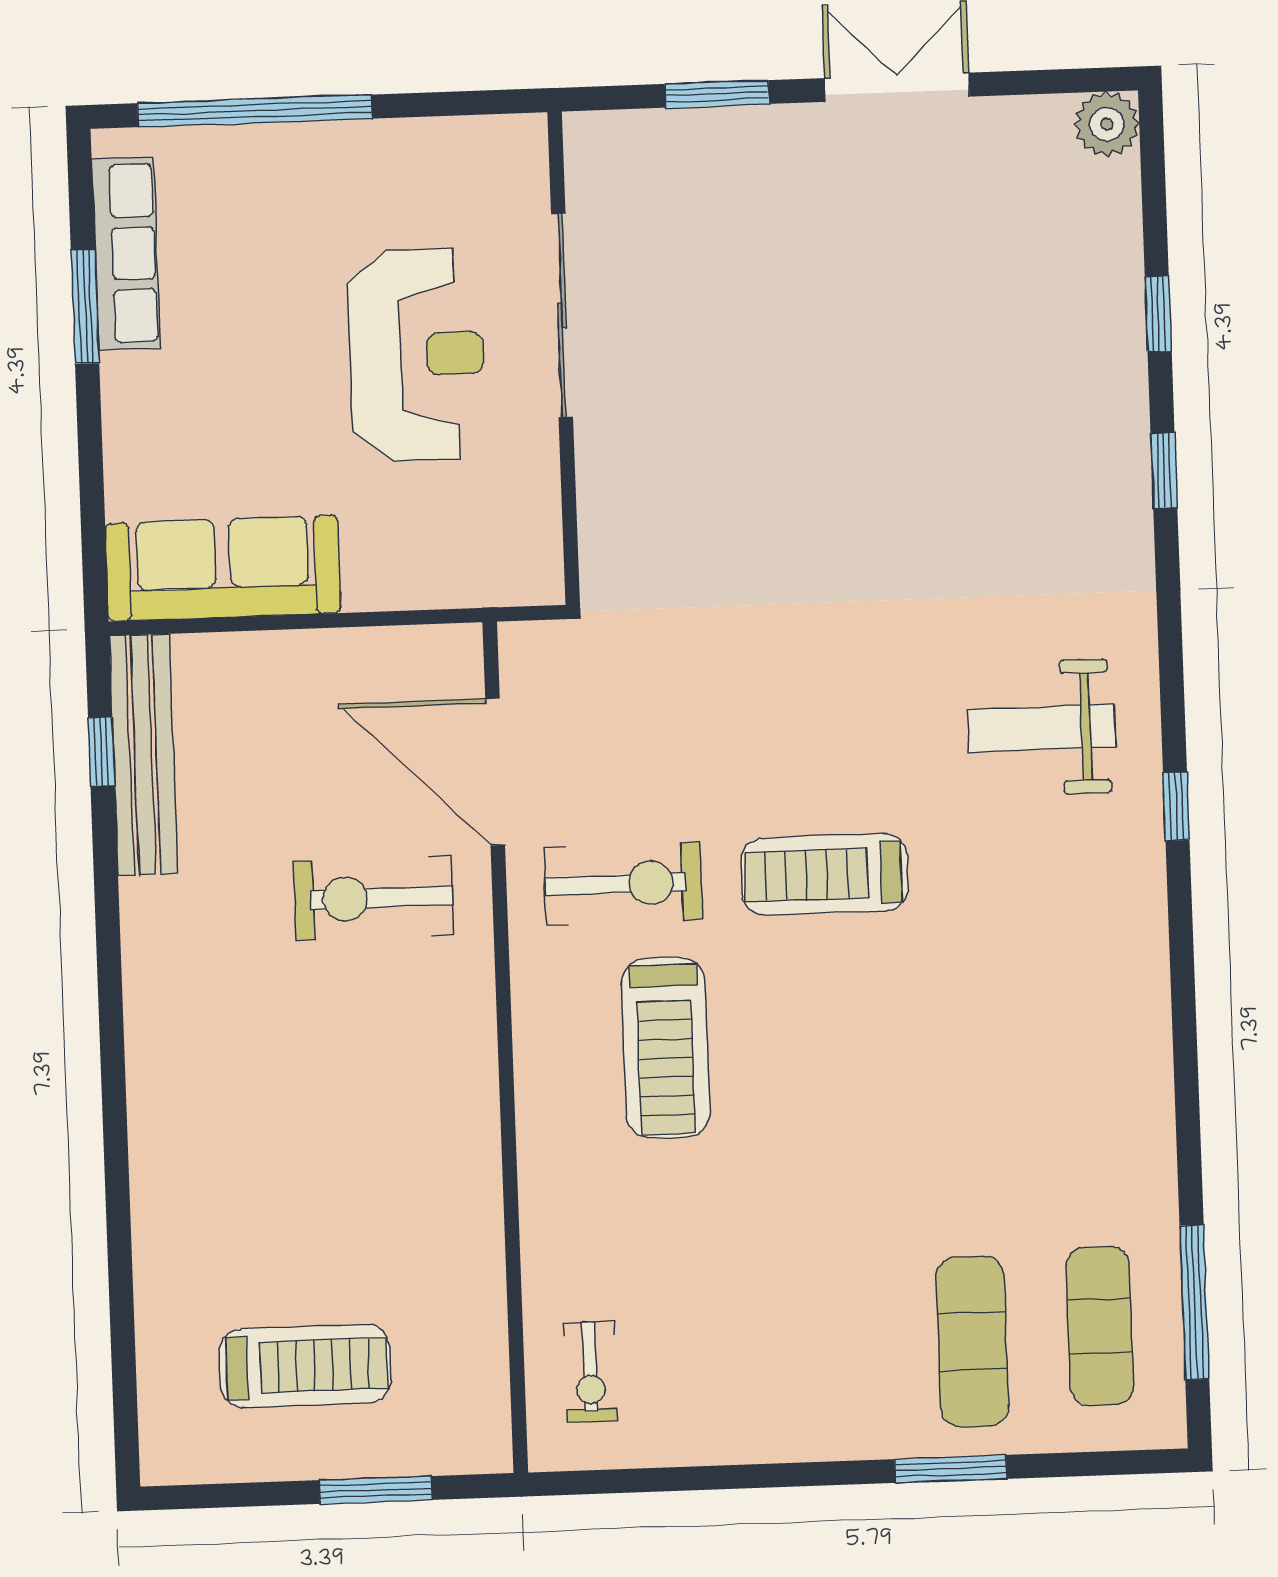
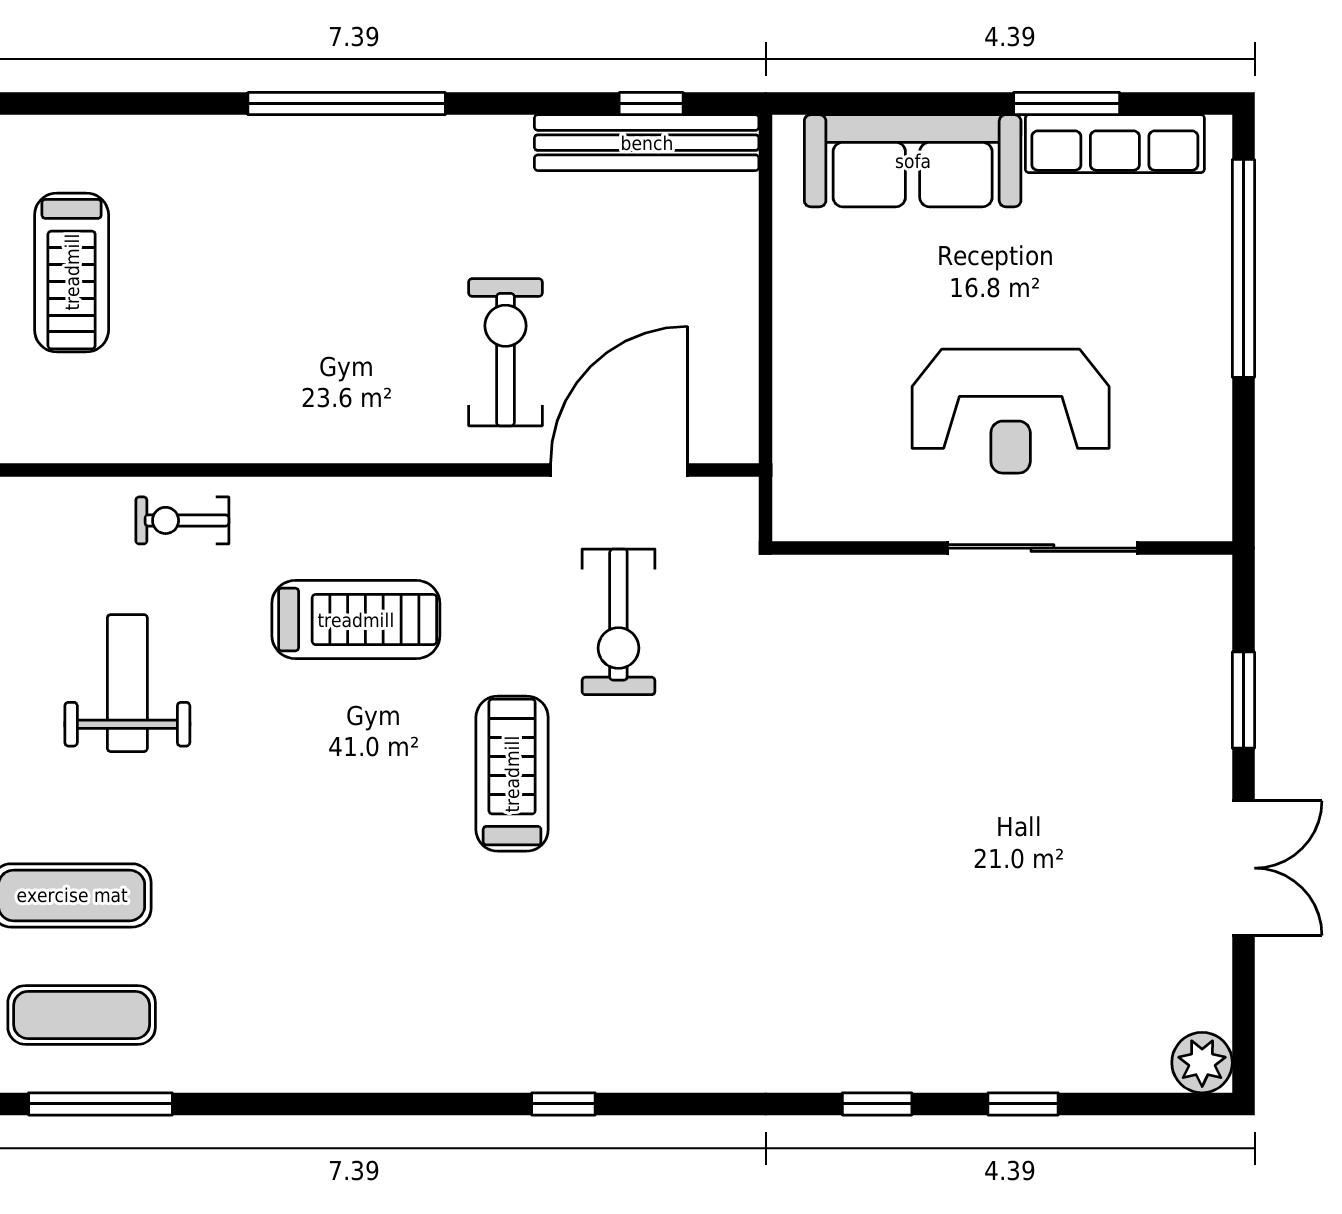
sofa: (223, 568) -> (913, 161), moved, turned 90
weight bench: (1042, 728) -> (127, 683), moved
exercise bike: (623, 884) -> (618, 622), moved
treadmill: (666, 1048) -> (356, 620), turned 180
window: (113, 1078) -> (347, 104), added
exercise bike: (590, 1372) -> (182, 520), moved

